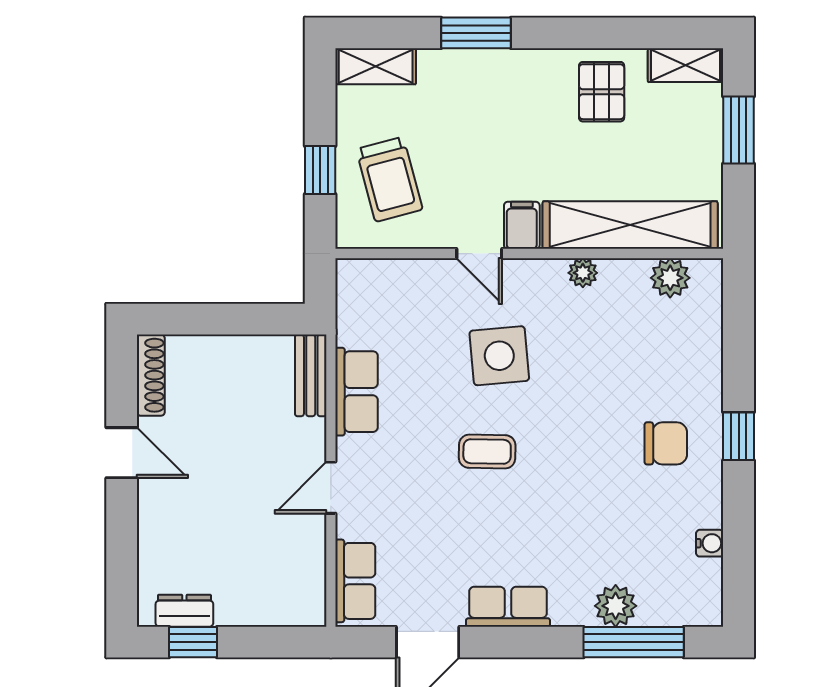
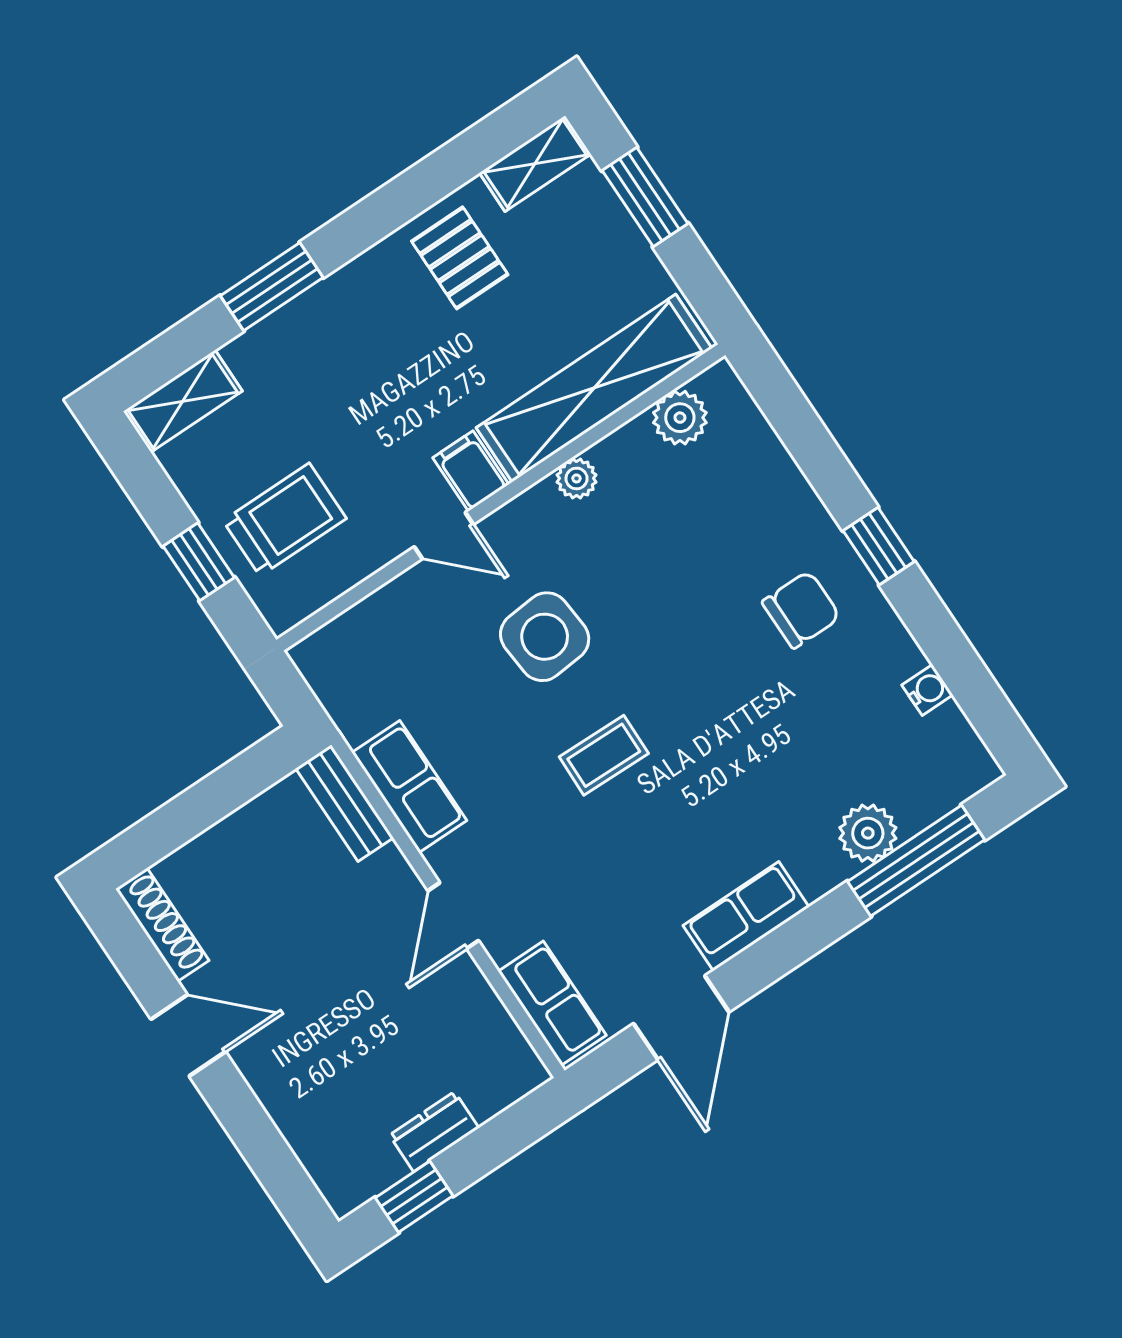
trolley: (389, 179) -> (285, 520), turned -75
dresser: (184, 611) -> (434, 1131), moved

